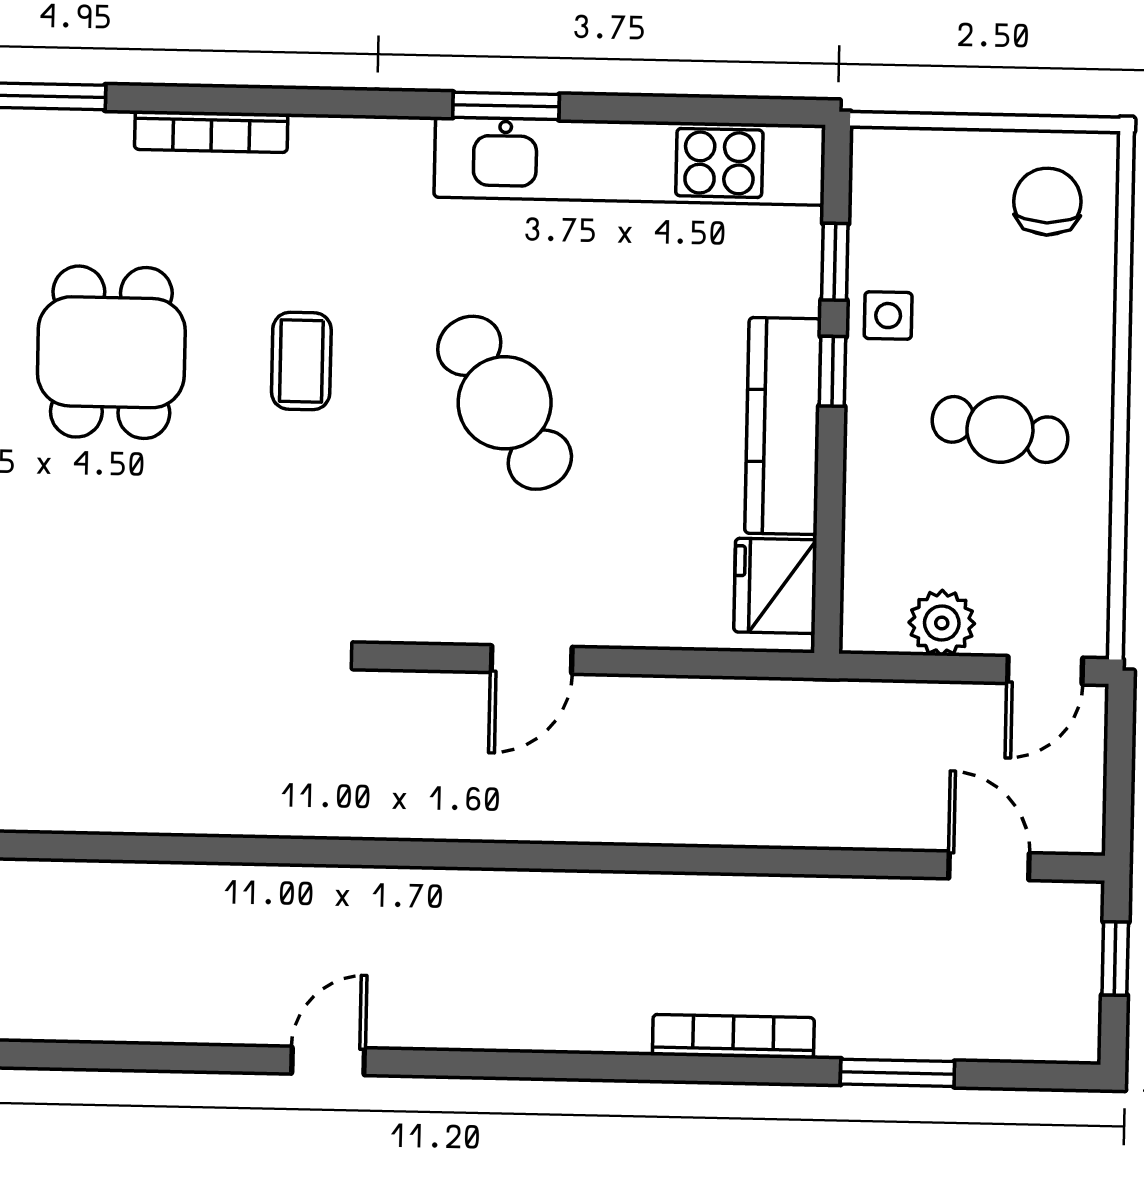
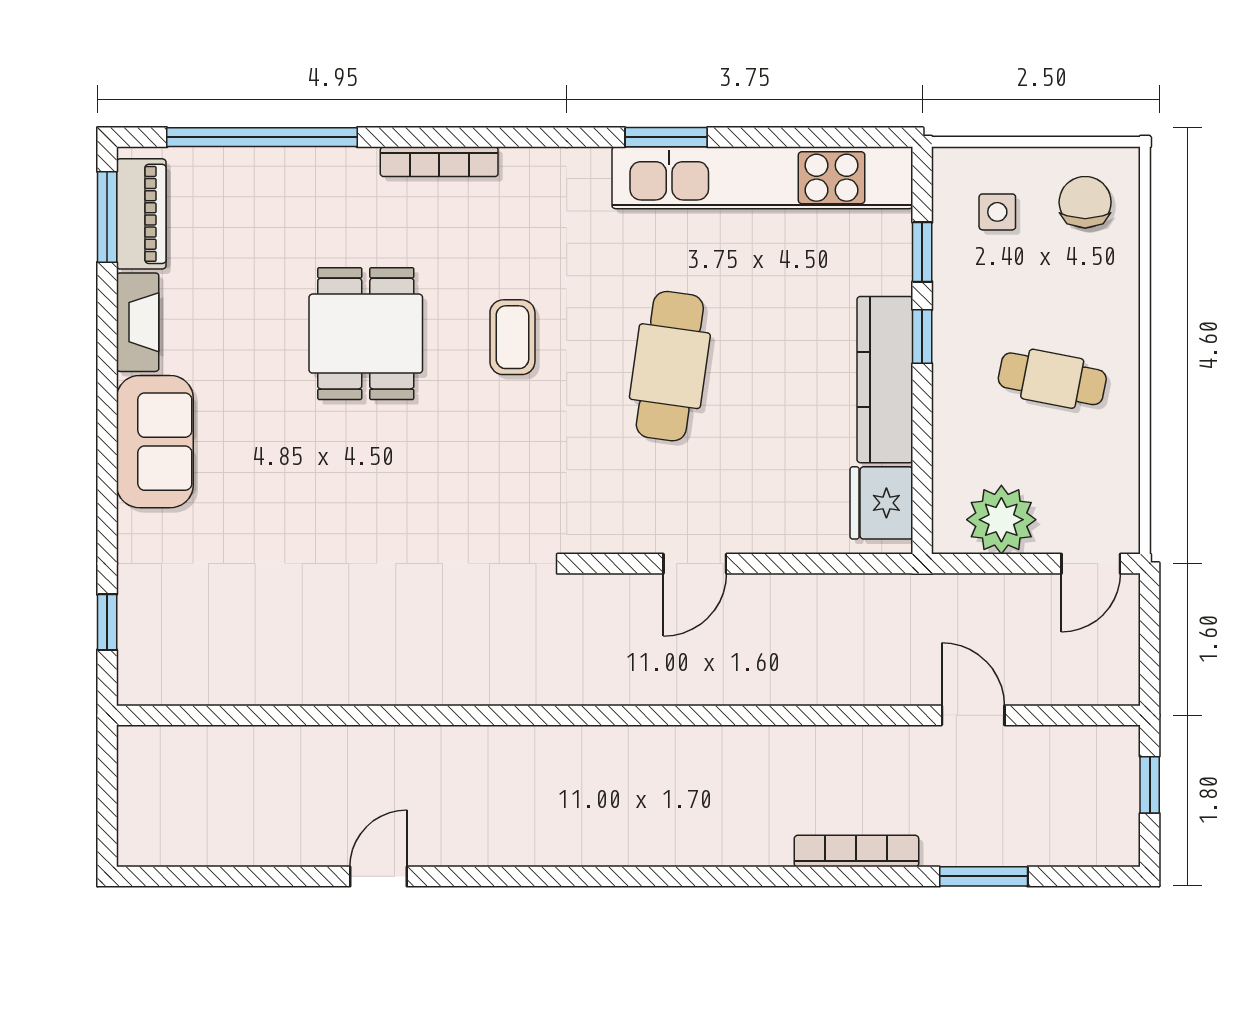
side table: (888, 316) -> (997, 212), moved
cafe table: (505, 403) -> (670, 366), turned 41
plant: (942, 623) -> (1001, 520), width x1.36, depth x1.36
door: (989, 866) -> (973, 715), moved
door: (328, 1061) -> (378, 876), moved

